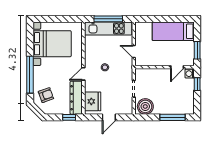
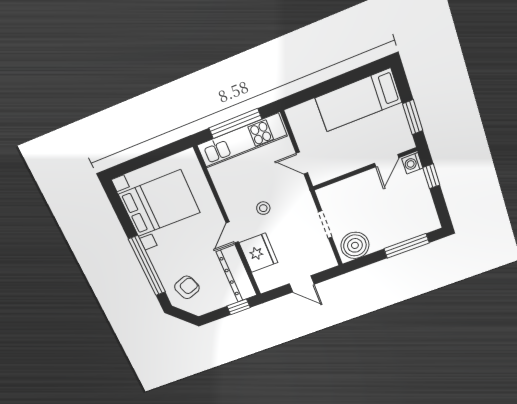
fridge: (93, 101) -> (258, 253), moved
door: (109, 117) -> (302, 284), hinge flipped

